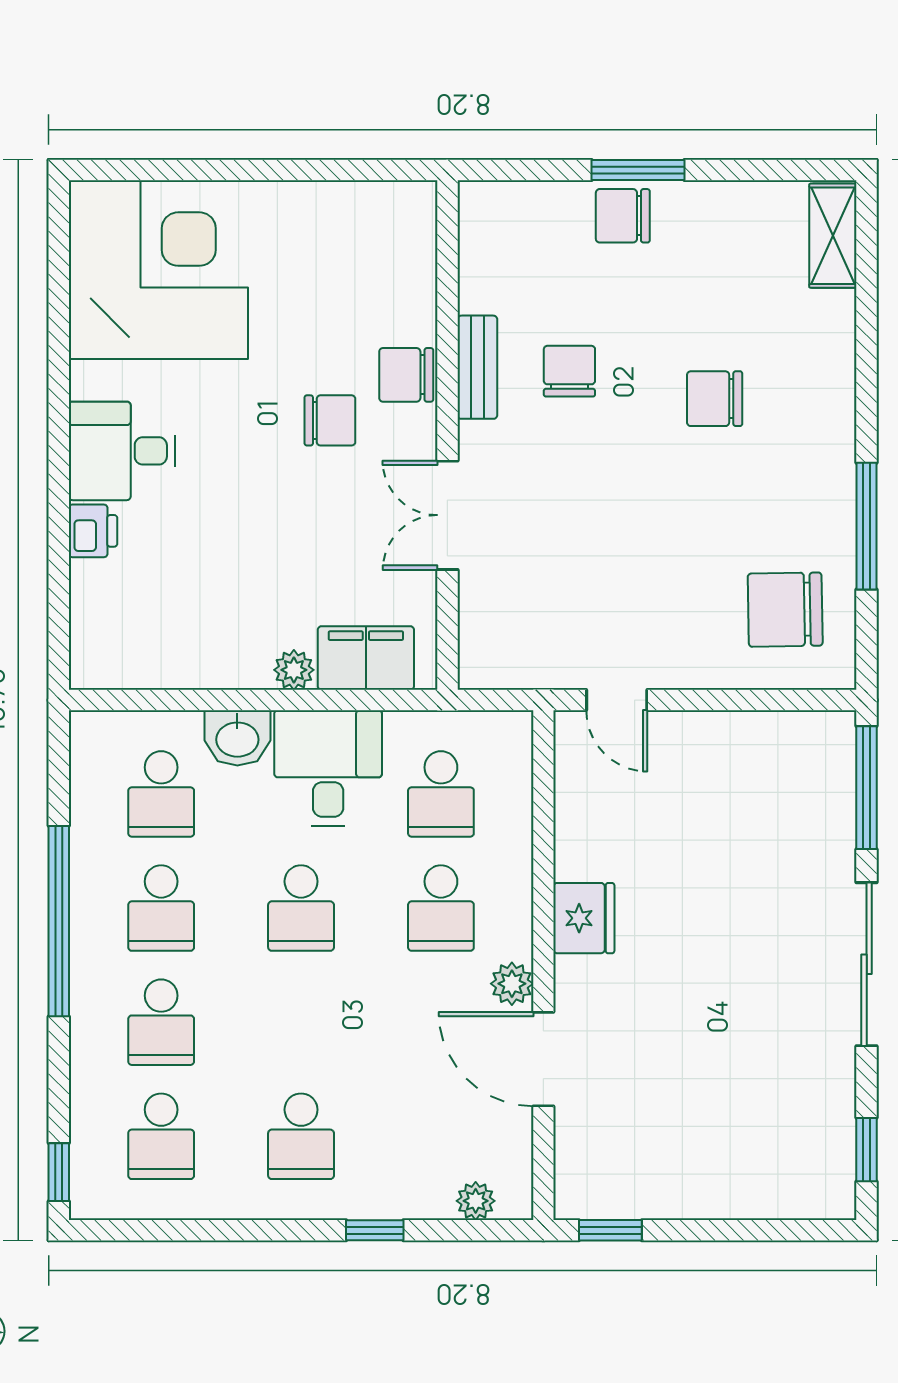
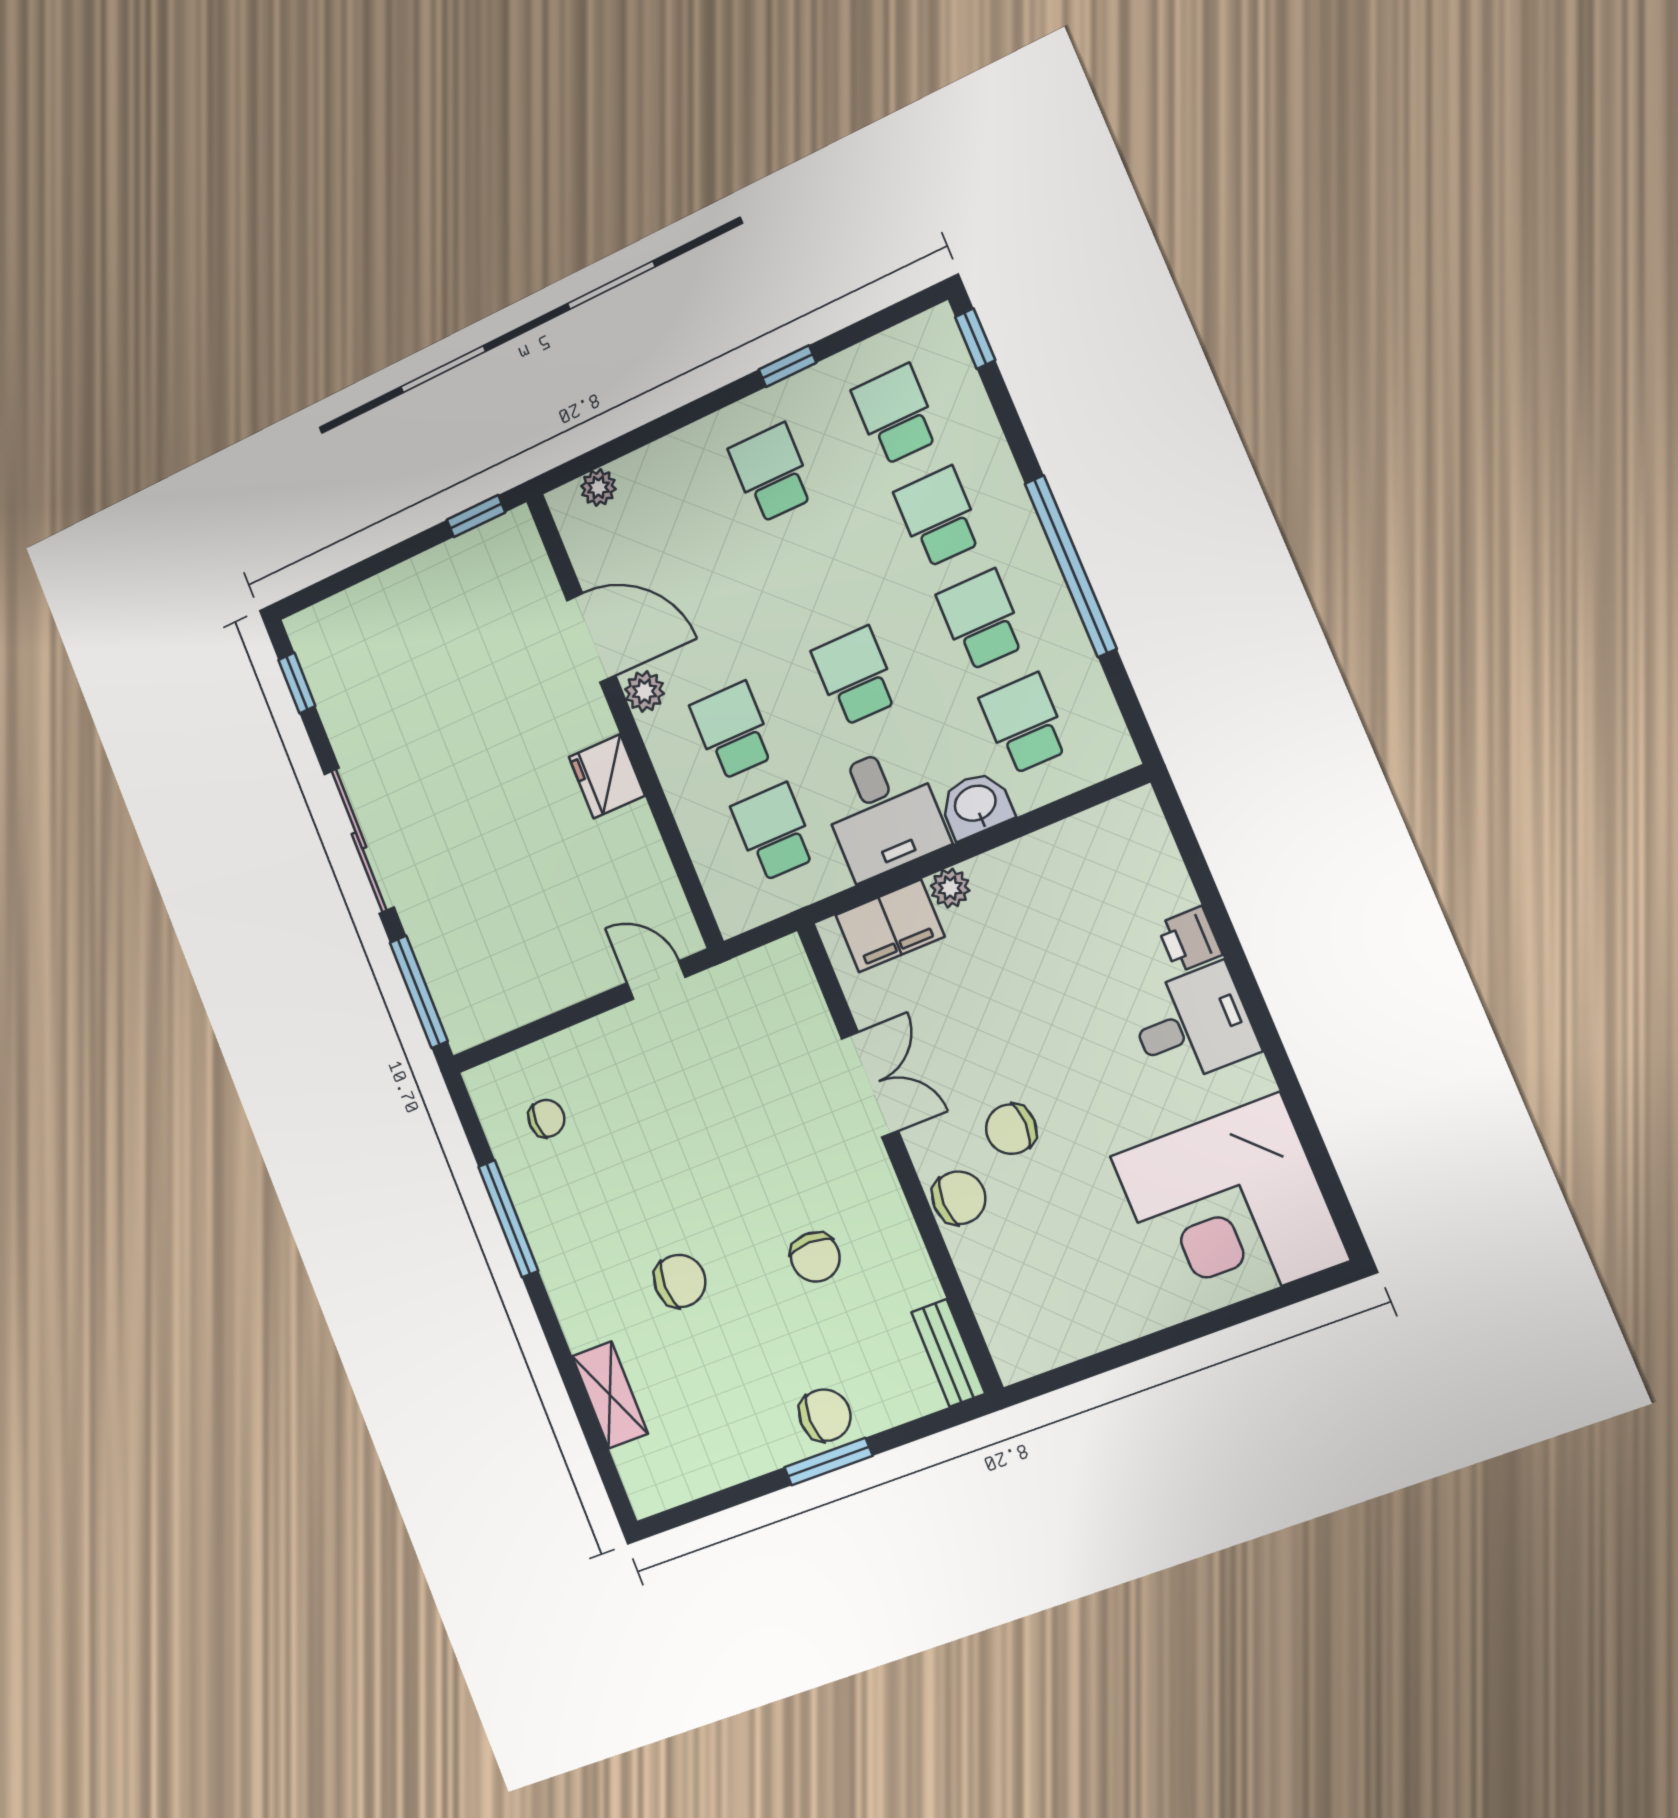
shelving: (833, 236) -> (610, 1395), moved
bench: (477, 367) -> (948, 1353), moved
chair: (785, 610) -> (547, 1118), width x0.54, depth x0.54
window: (375, 1230) -> (787, 366), moved

